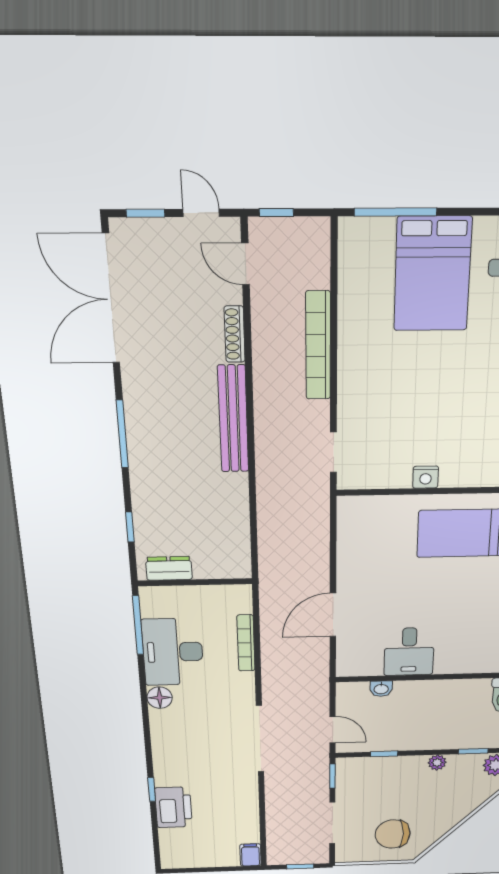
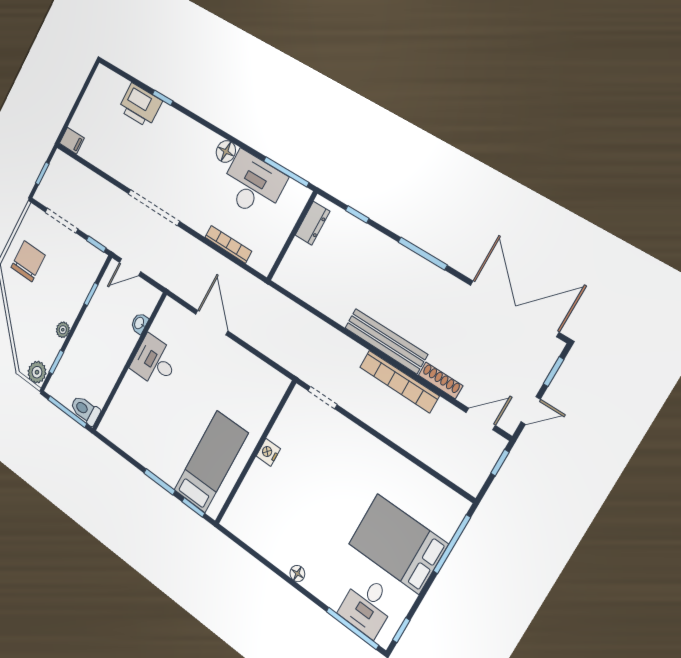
bookcase: (318, 346) -> (399, 381), moved, turned 180

